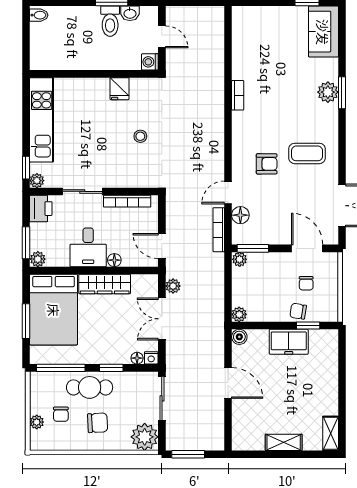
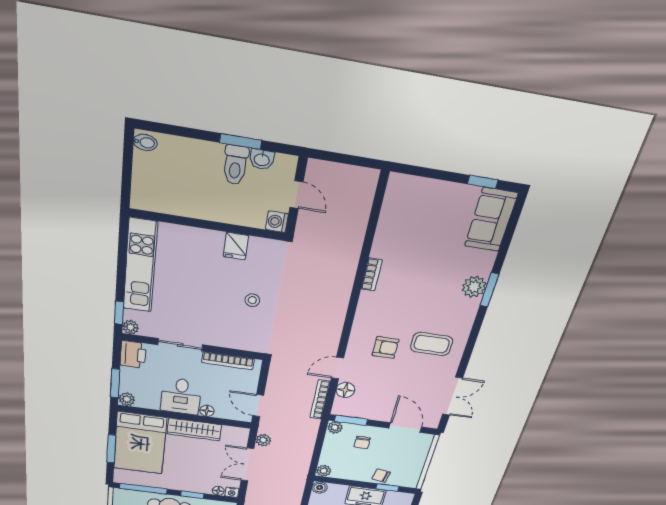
chair: (306, 283) -> (362, 442), moved

